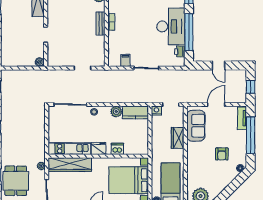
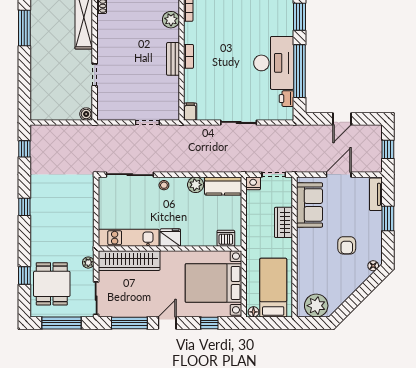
filing cabinet: (125, 60) -> (190, 112), moved
door: (219, 66) -> (342, 119), hinge flipped
window: (251, 135) -> (388, 219), width x0.47
dishwasher: (117, 149) -> (226, 238), moved

